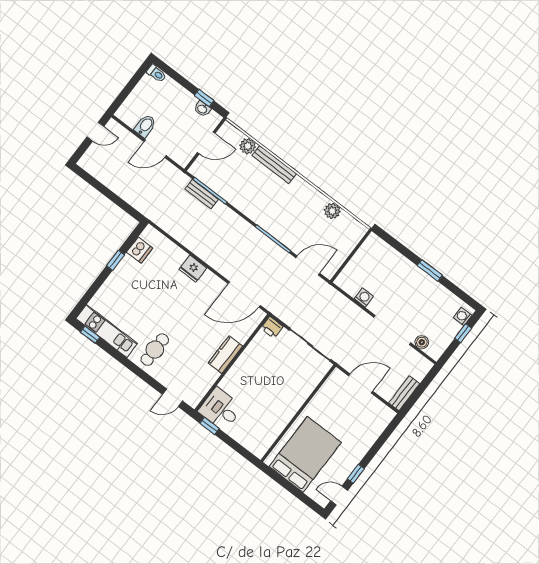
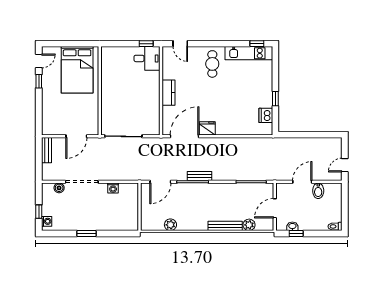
bench: (202, 194) -> (200, 176), moved
fridge: (193, 269) -> (207, 128), moved
printer: (272, 327) -> (154, 129), removed
door: (173, 398) -> (180, 44), swing flipped

